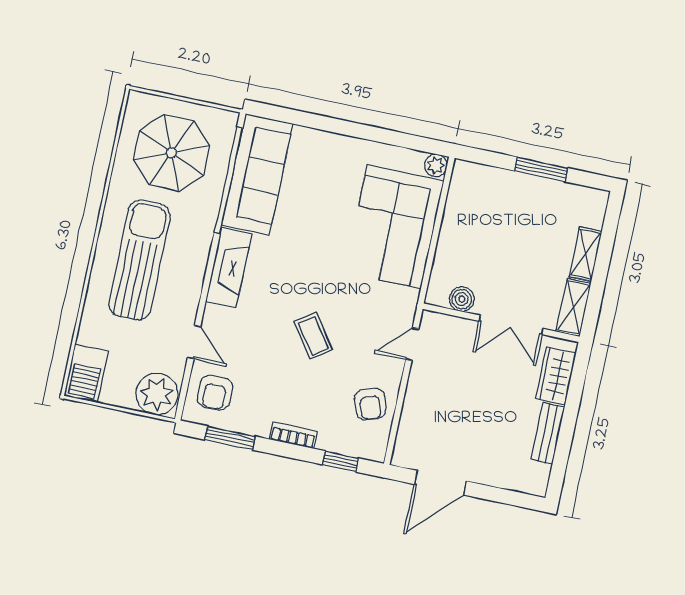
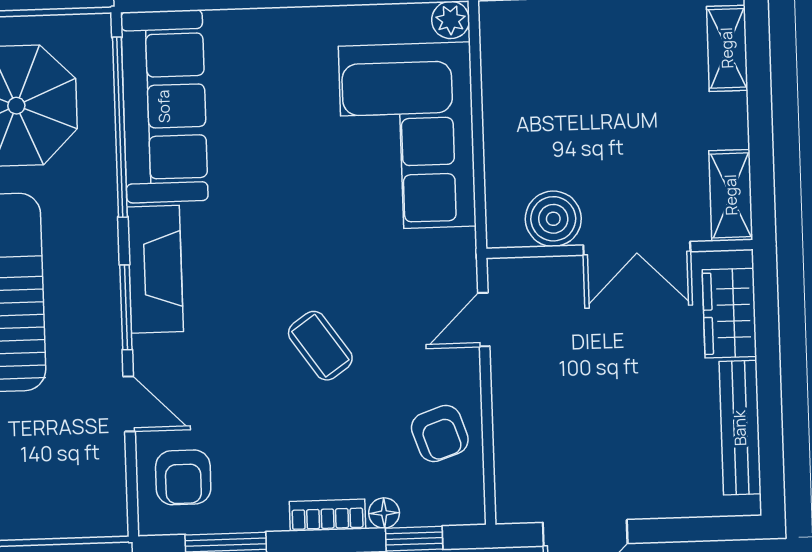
shelving: (586, 254) -> (727, 48), moved
window: (206, 286) -> (126, 307), added
boiler: (462, 299) -> (553, 219), width x1.36, depth x1.36
plant: (157, 394) -> (89, 503), removed
bench: (548, 433) -> (740, 428), width x1.36
floor lamp: (326, 442) -> (384, 513), added

